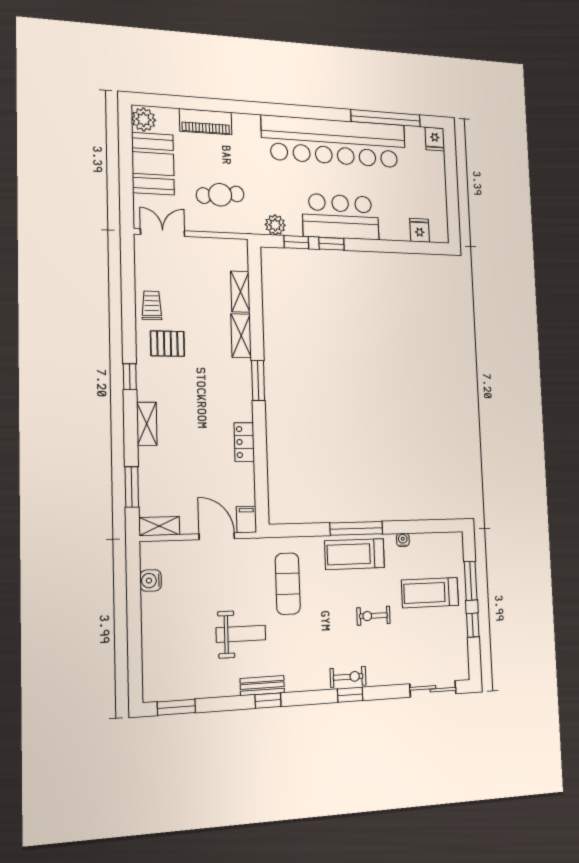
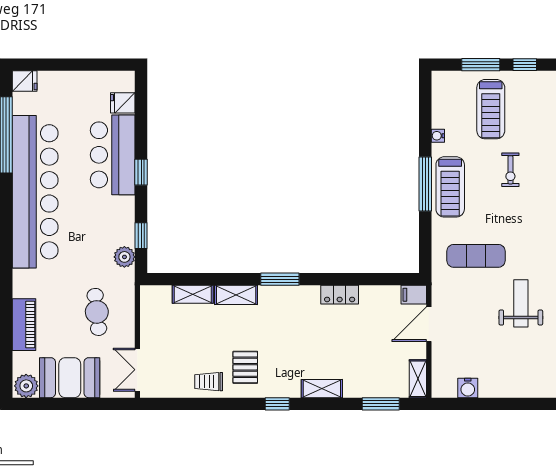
bar counter: (341, 217) -> (113, 155), moved
window: (332, 244) -> (141, 172), moved

